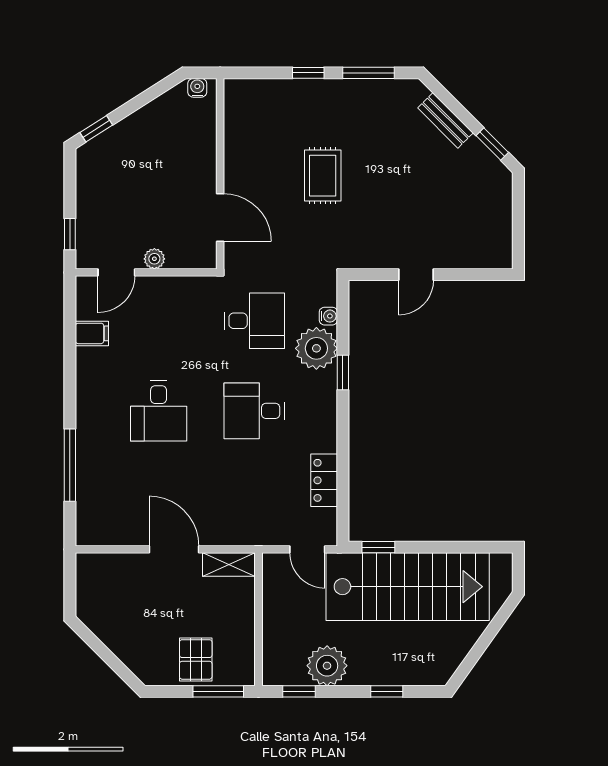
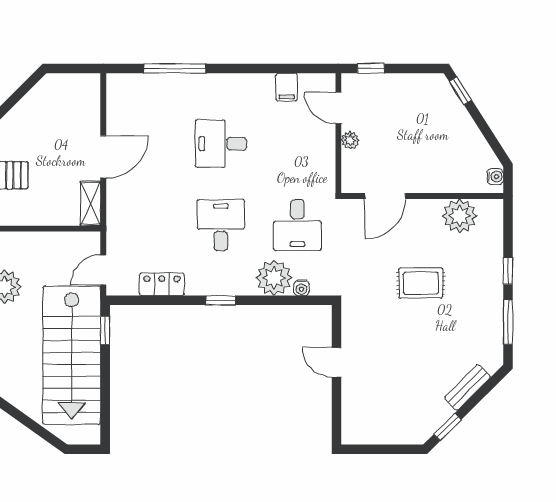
plant: (244, 130) -> (460, 216), added
window: (343, 372) -> (221, 300), moved

